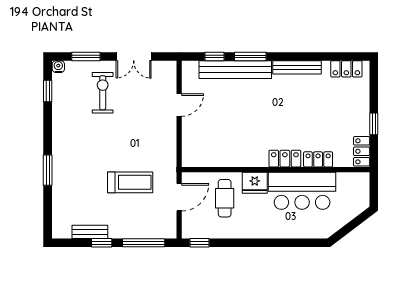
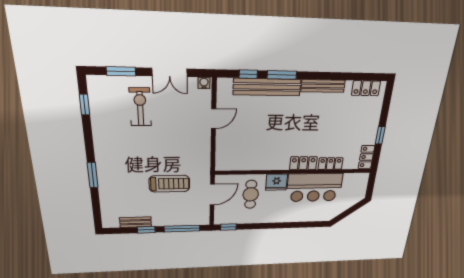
water cooler: (58, 67) -> (204, 83), moved

